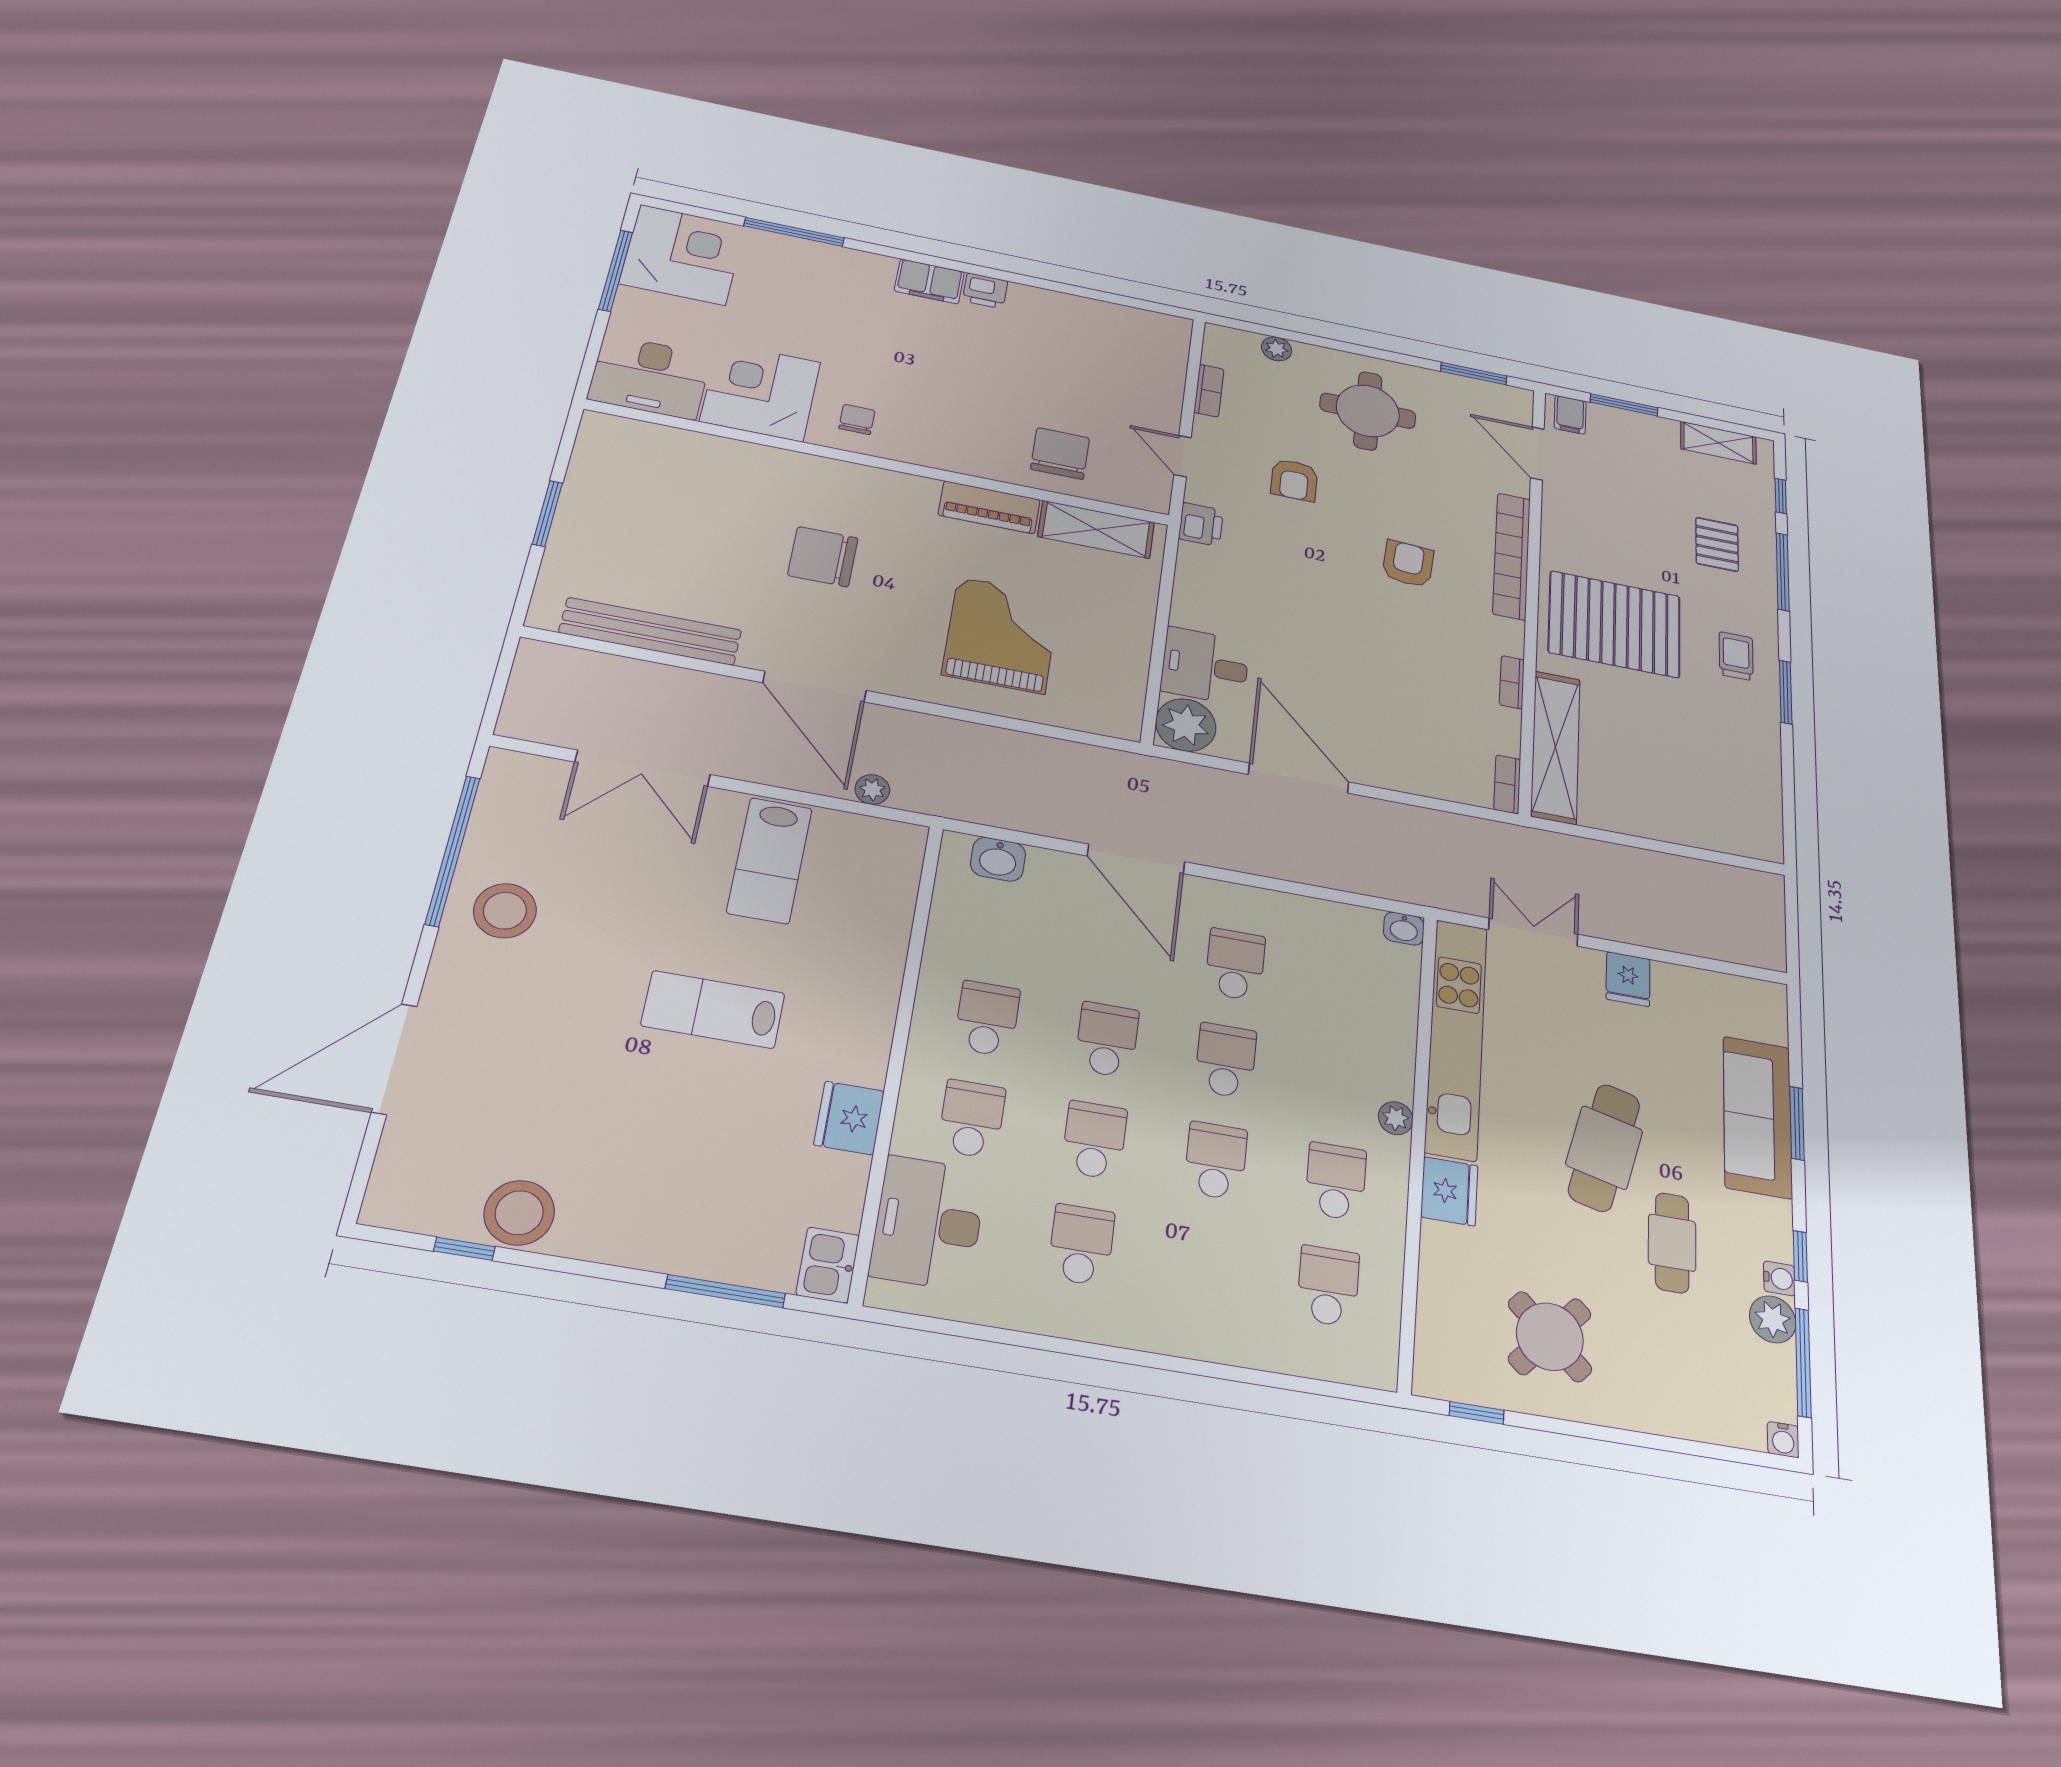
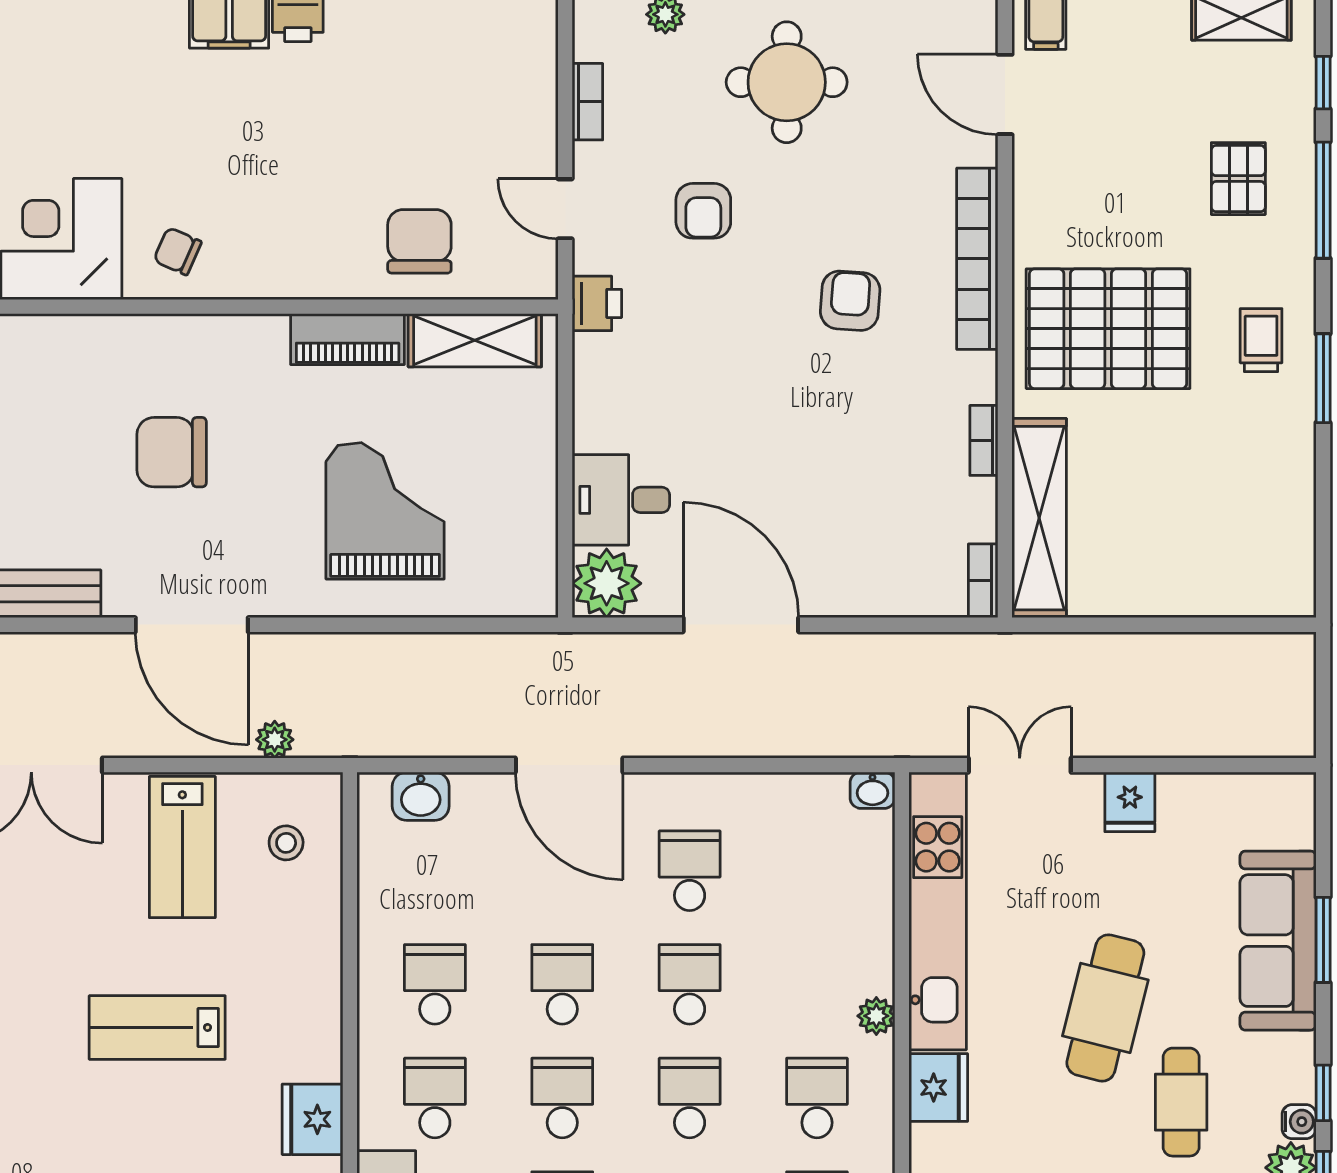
chair: (857, 419) -> (177, 251), turned -66
stool: (867, 874) -> (286, 843), added

